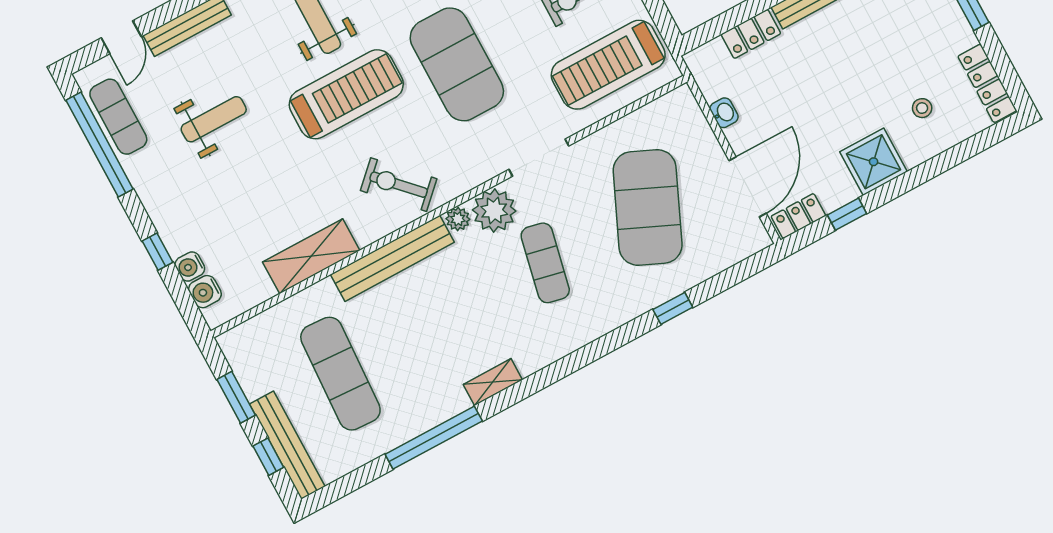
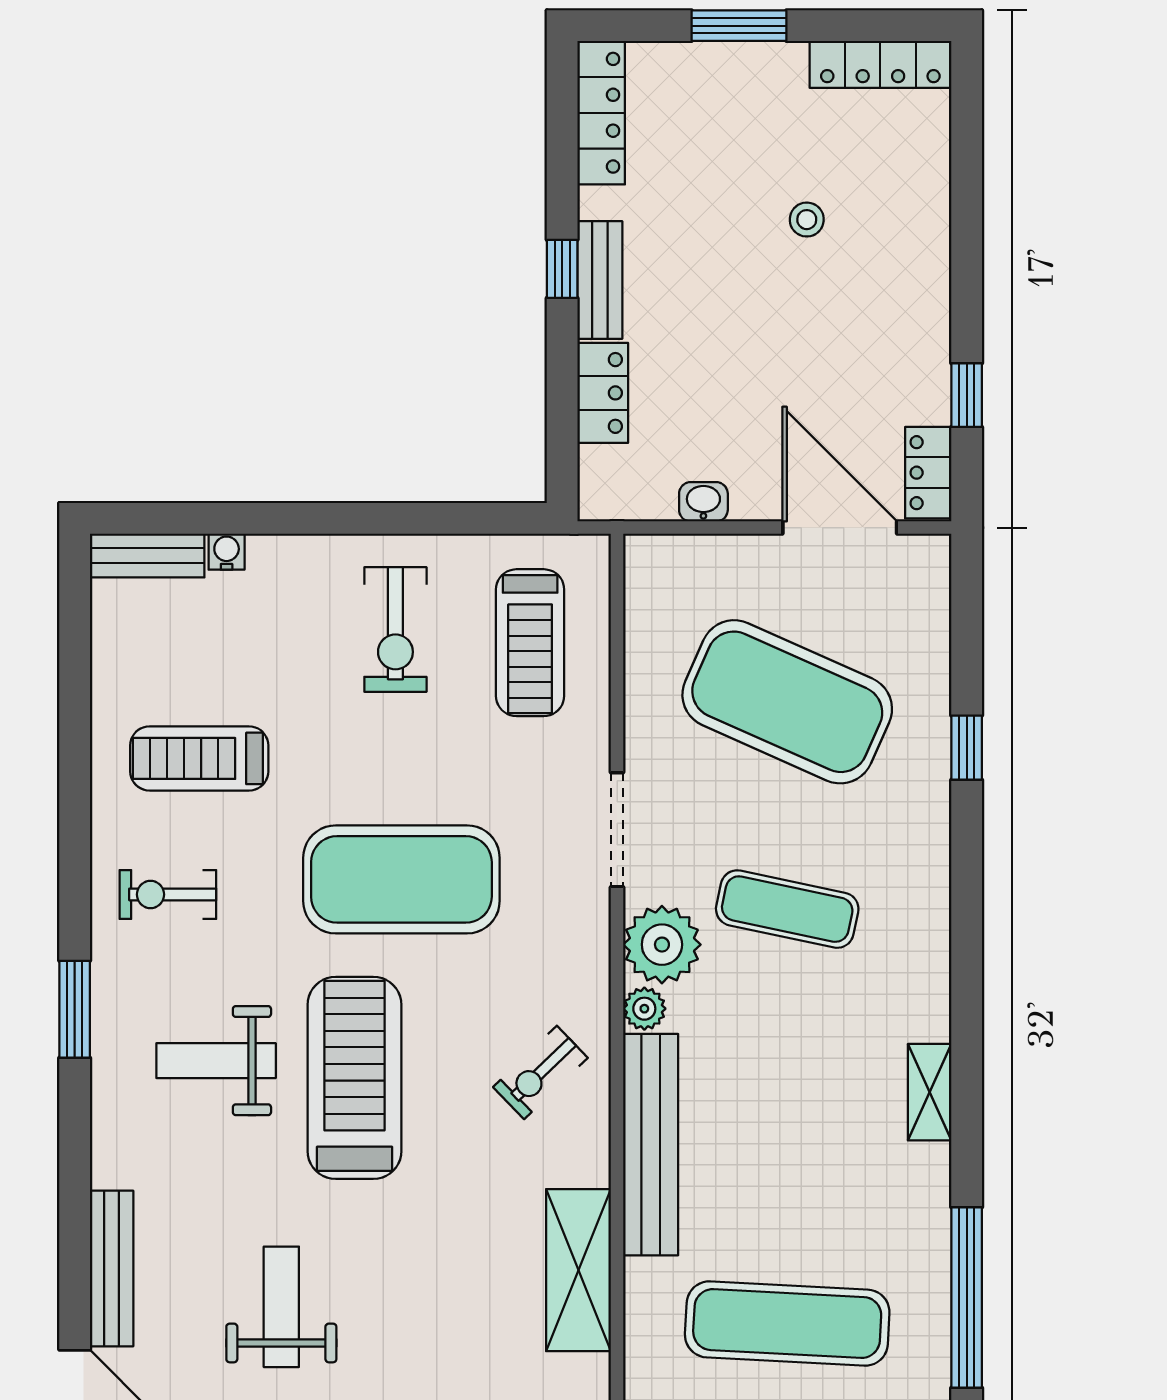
treadmill: (608, 65) -> (530, 643), width x0.73, depth x0.73
stool: (922, 108) -> (807, 220), moved
shower: (874, 162) -> (907, 309), removed
exercise bike: (399, 185) -> (540, 1072), width x0.73, depth x0.72
window: (434, 438) -> (967, 1298), moved

